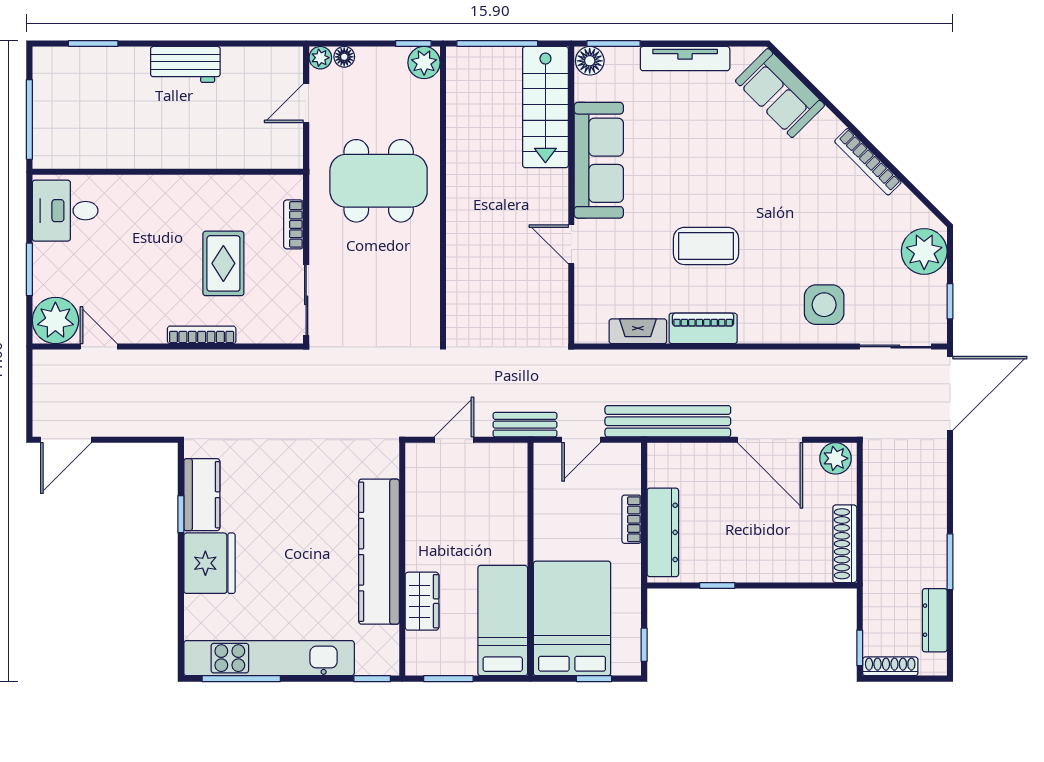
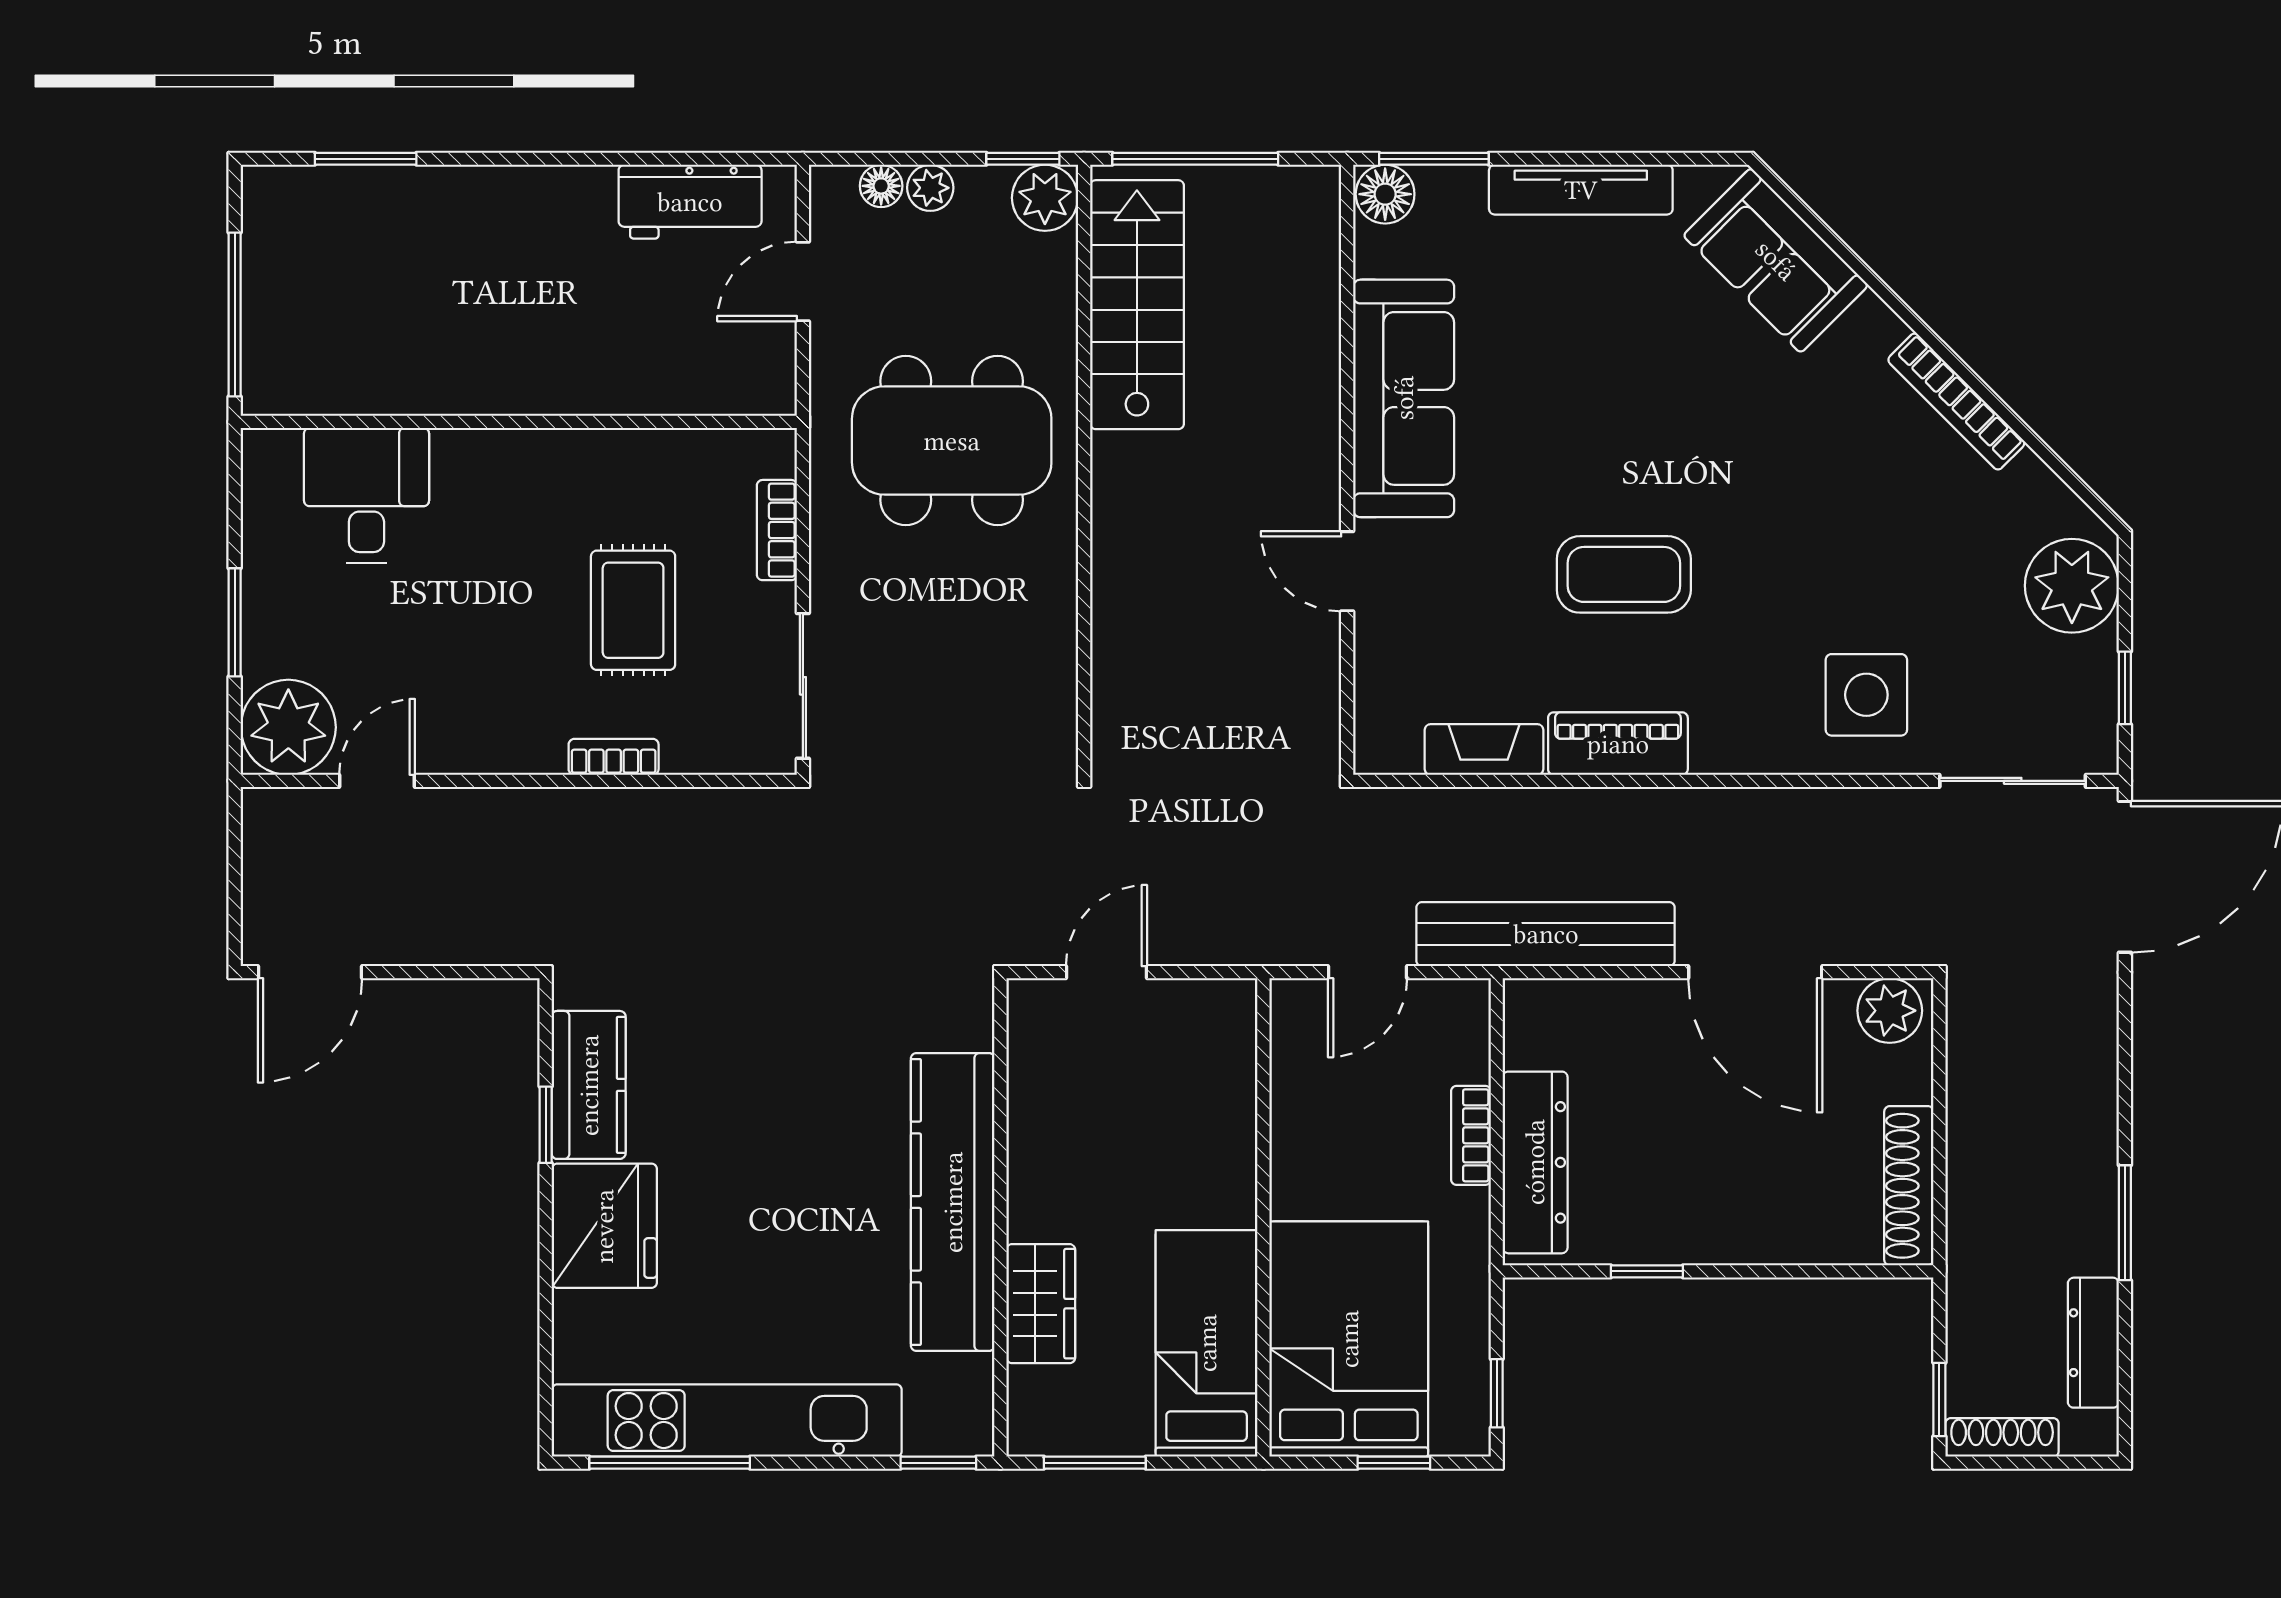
plant: (320, 58) -> (930, 188), moved
workbench: (185, 64) -> (690, 202), moved
stairs: (545, 107) -> (1137, 305), moved, turned 180
desk: (65, 211) -> (366, 495), moved, turned 90
bookcase: (202, 335) -> (614, 757), width x0.64
door: (99, 347) -> (377, 781), hinge flipped
bench: (525, 425) -> (1252, 941), removed

